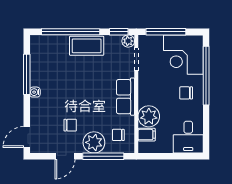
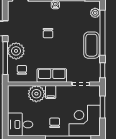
window: (166, 32) -> (102, 107), width x0.69
plant: (128, 41) -> (95, 13), moved
chair: (70, 125) -> (48, 33), moved
filing cabinet: (147, 135) -> (51, 92), moved

